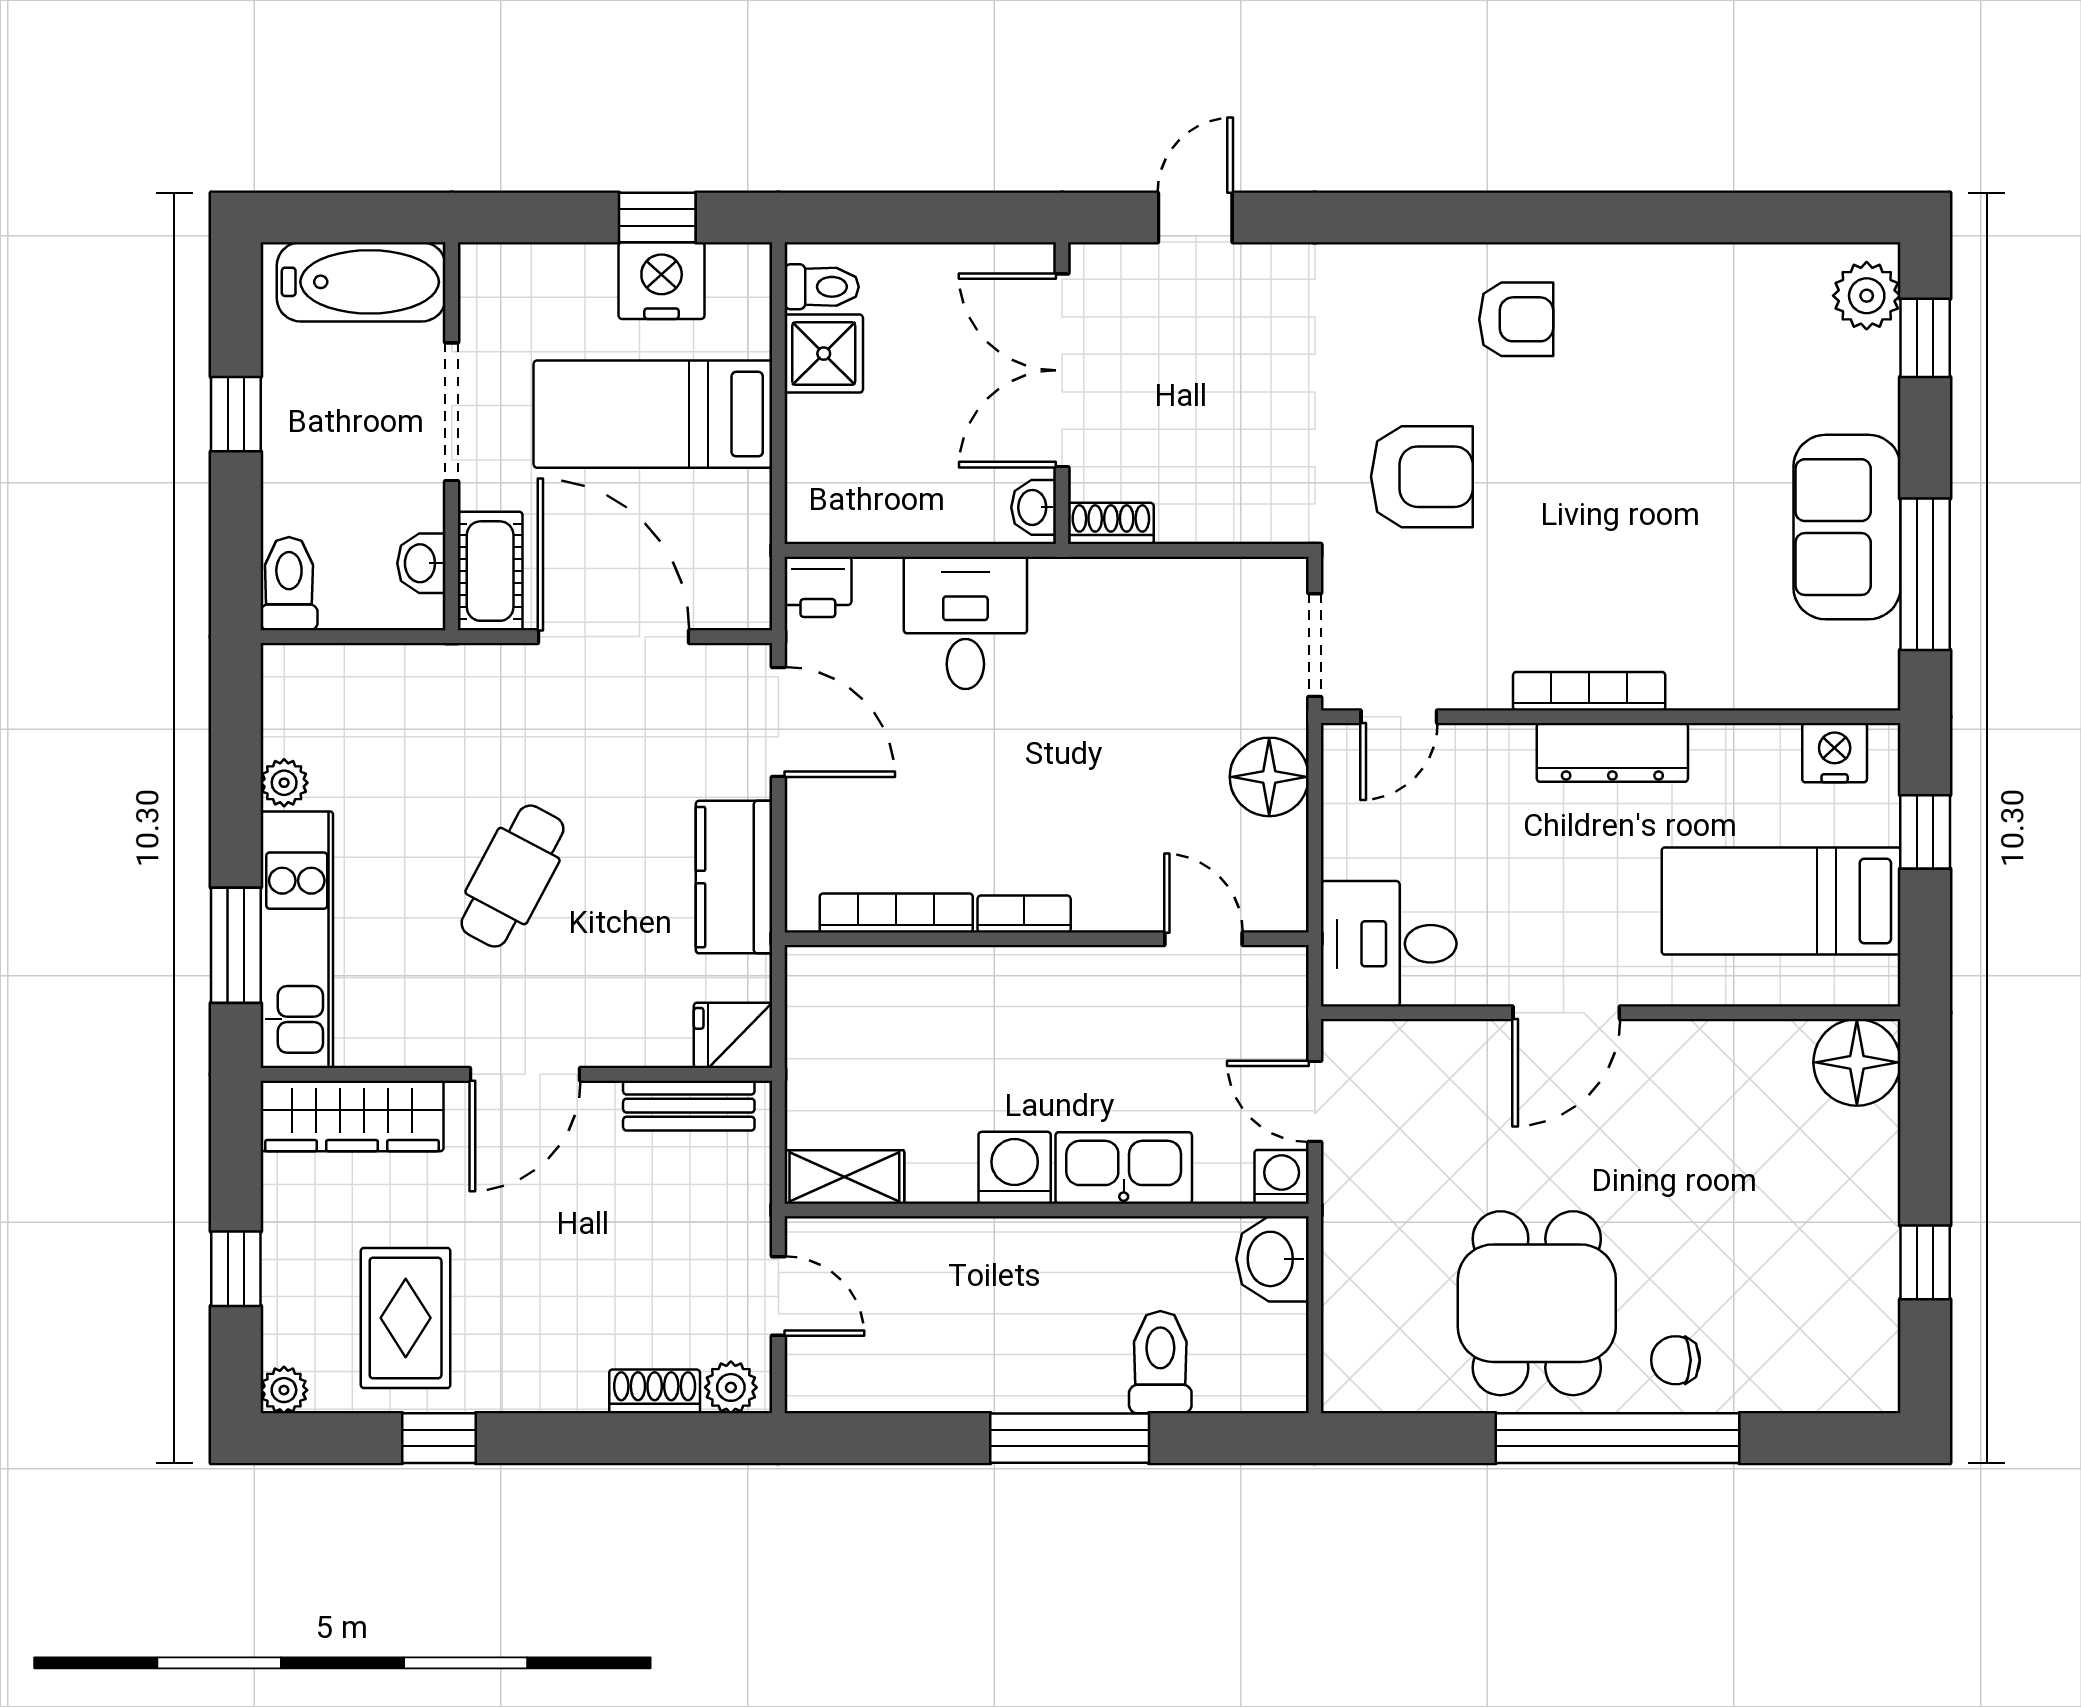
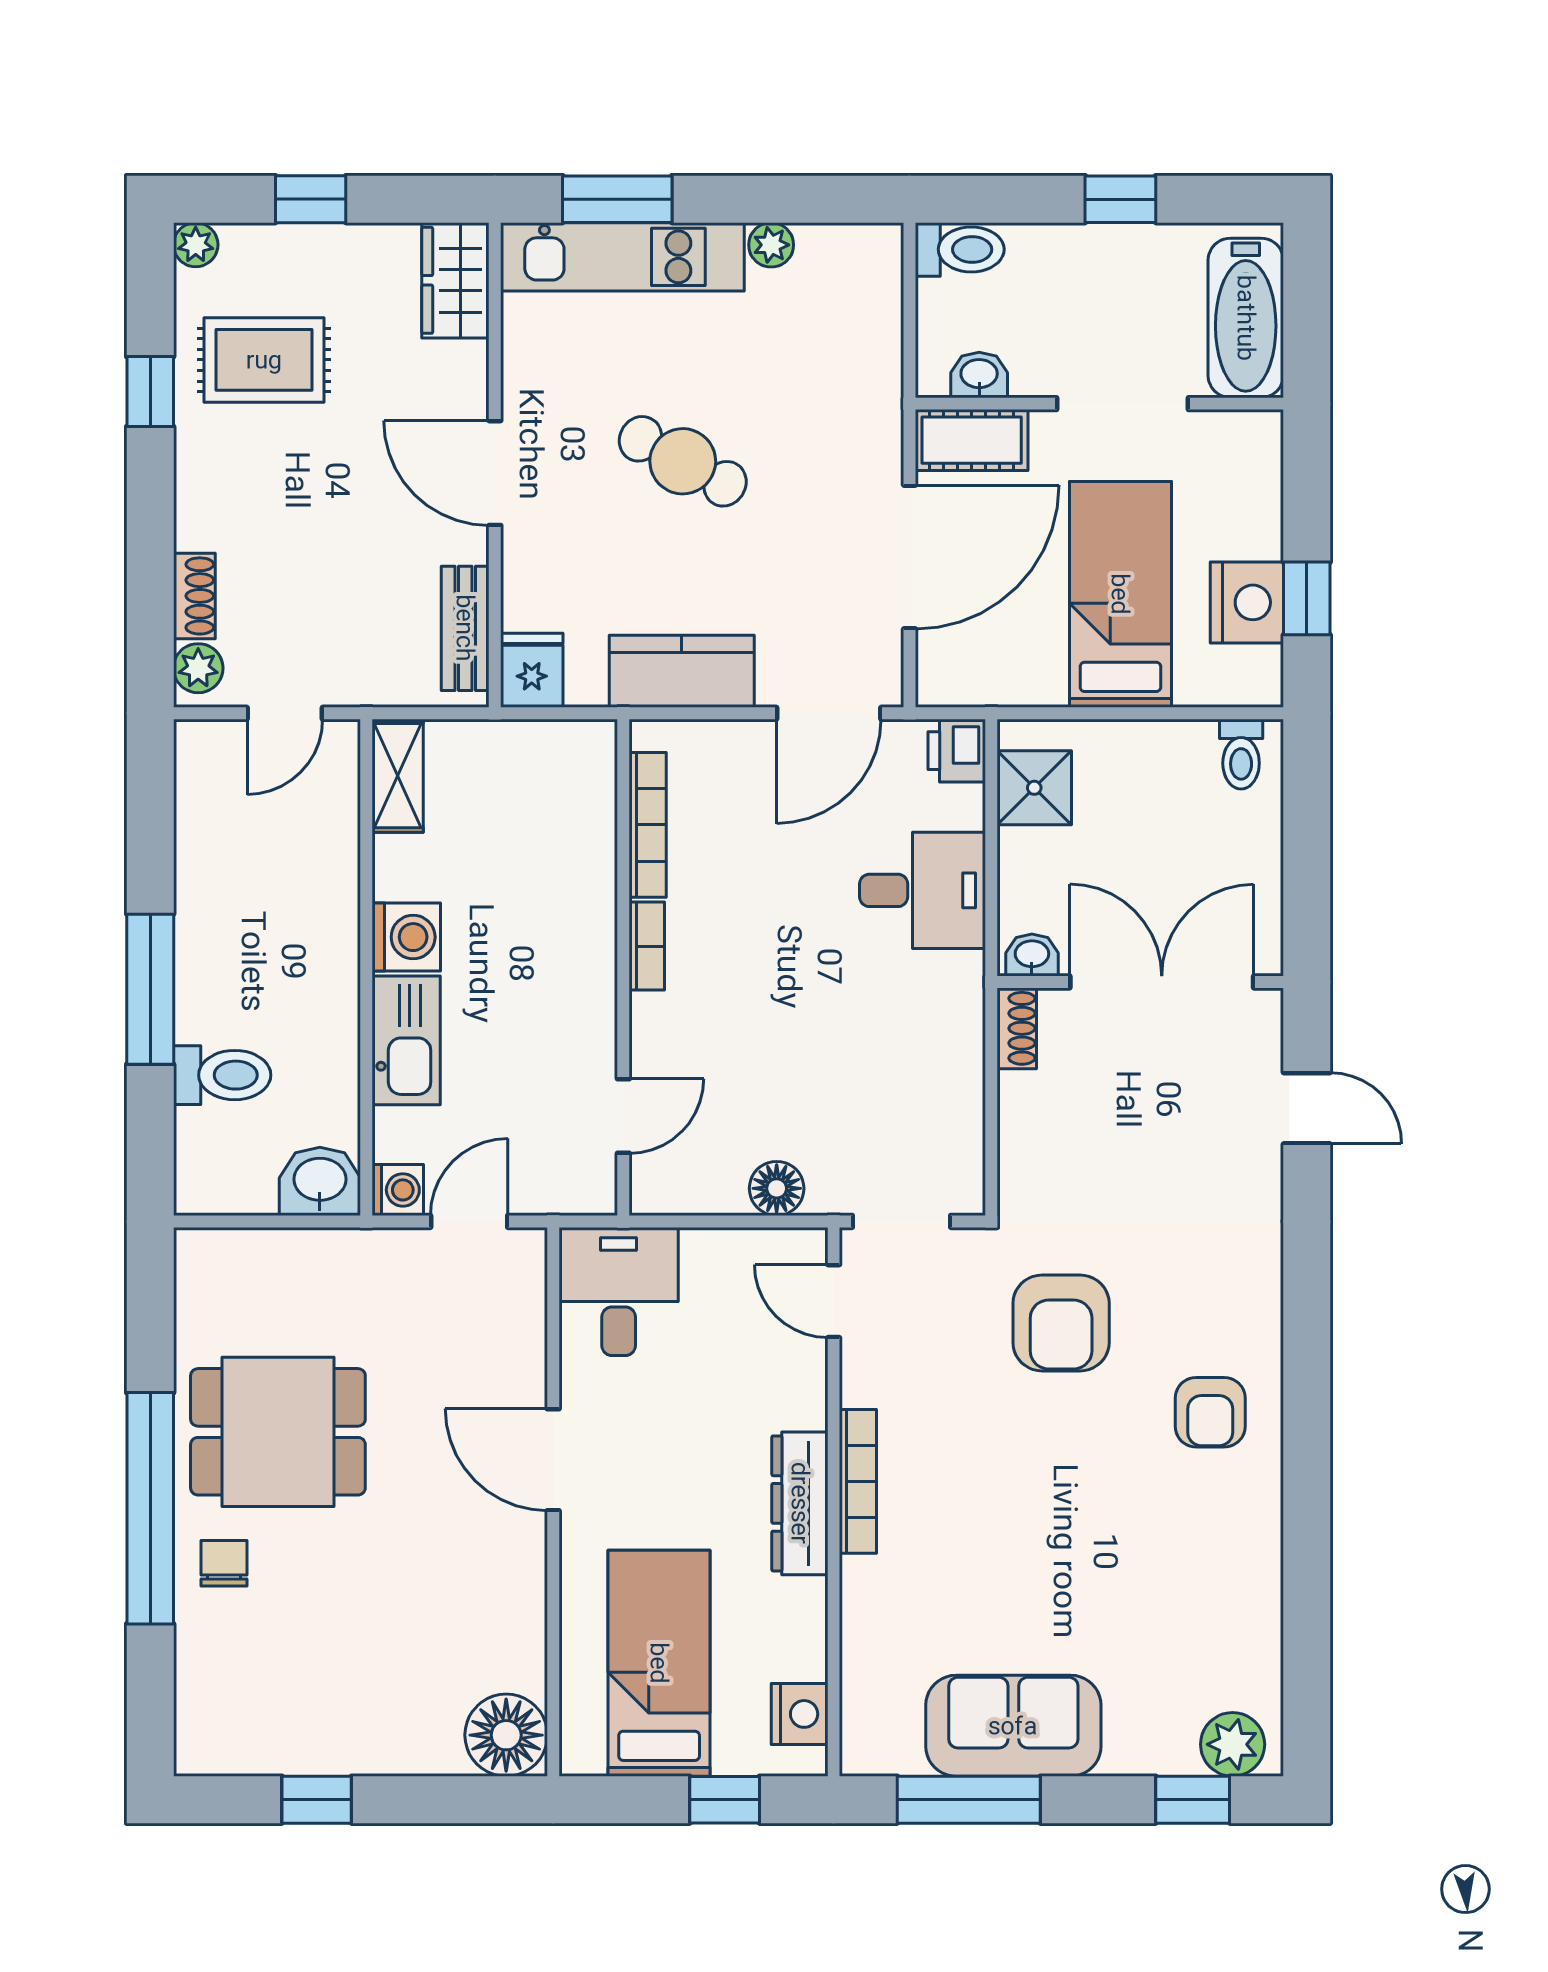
shower: (824, 354) -> (1034, 788), moved
floor lamp: (1269, 777) -> (777, 1188), width x0.73, depth x0.73
wardrobe: (352, 1116) -> (455, 280), width x0.67

